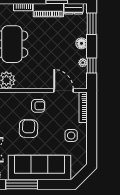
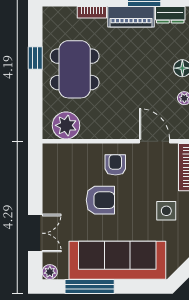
armchair: (38, 106) -> (115, 165), turned -90
armchair: (29, 129) -> (100, 200), turned 88

